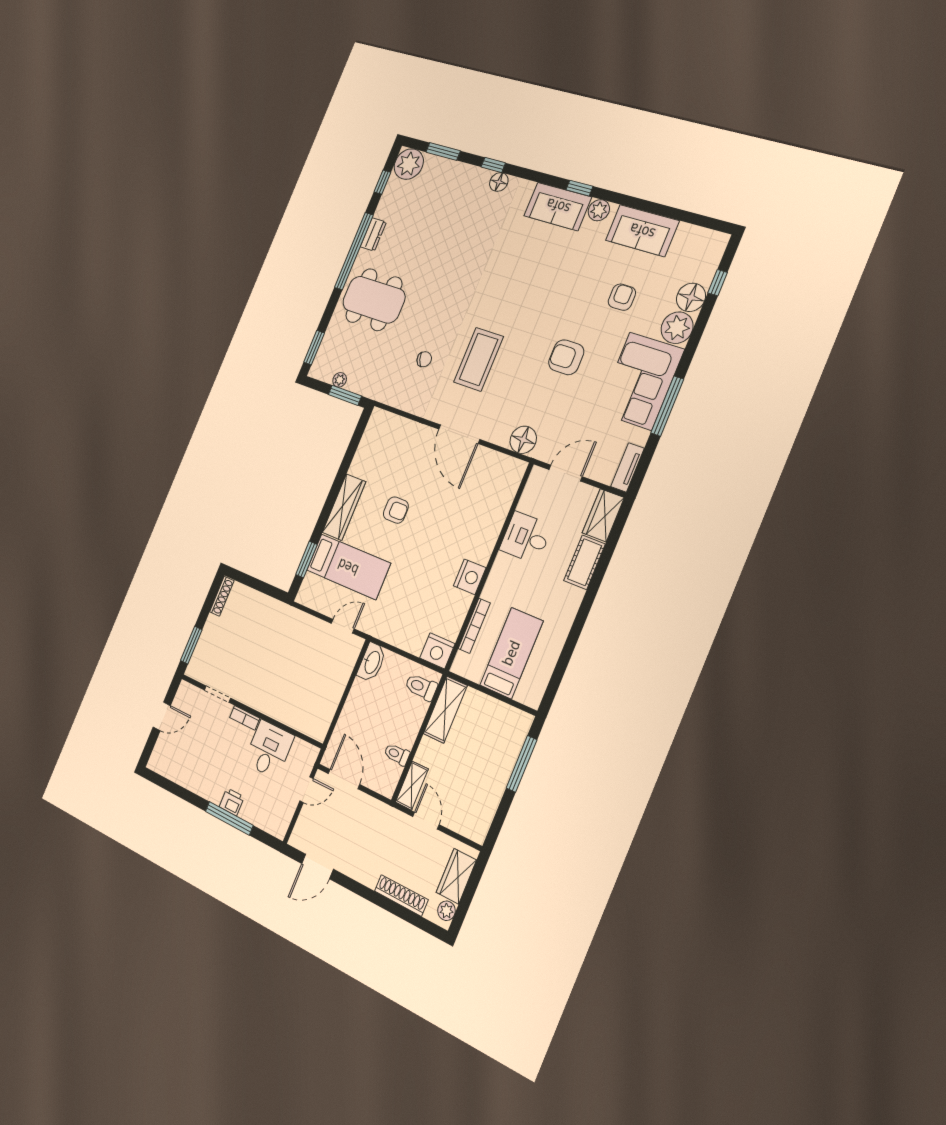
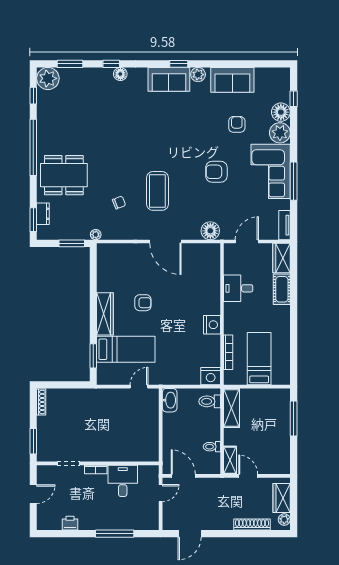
dresser: (373, 234) -> (43, 214), moved
plant: (340, 380) -> (96, 235), moved
printer: (232, 802) -> (70, 523), moved

